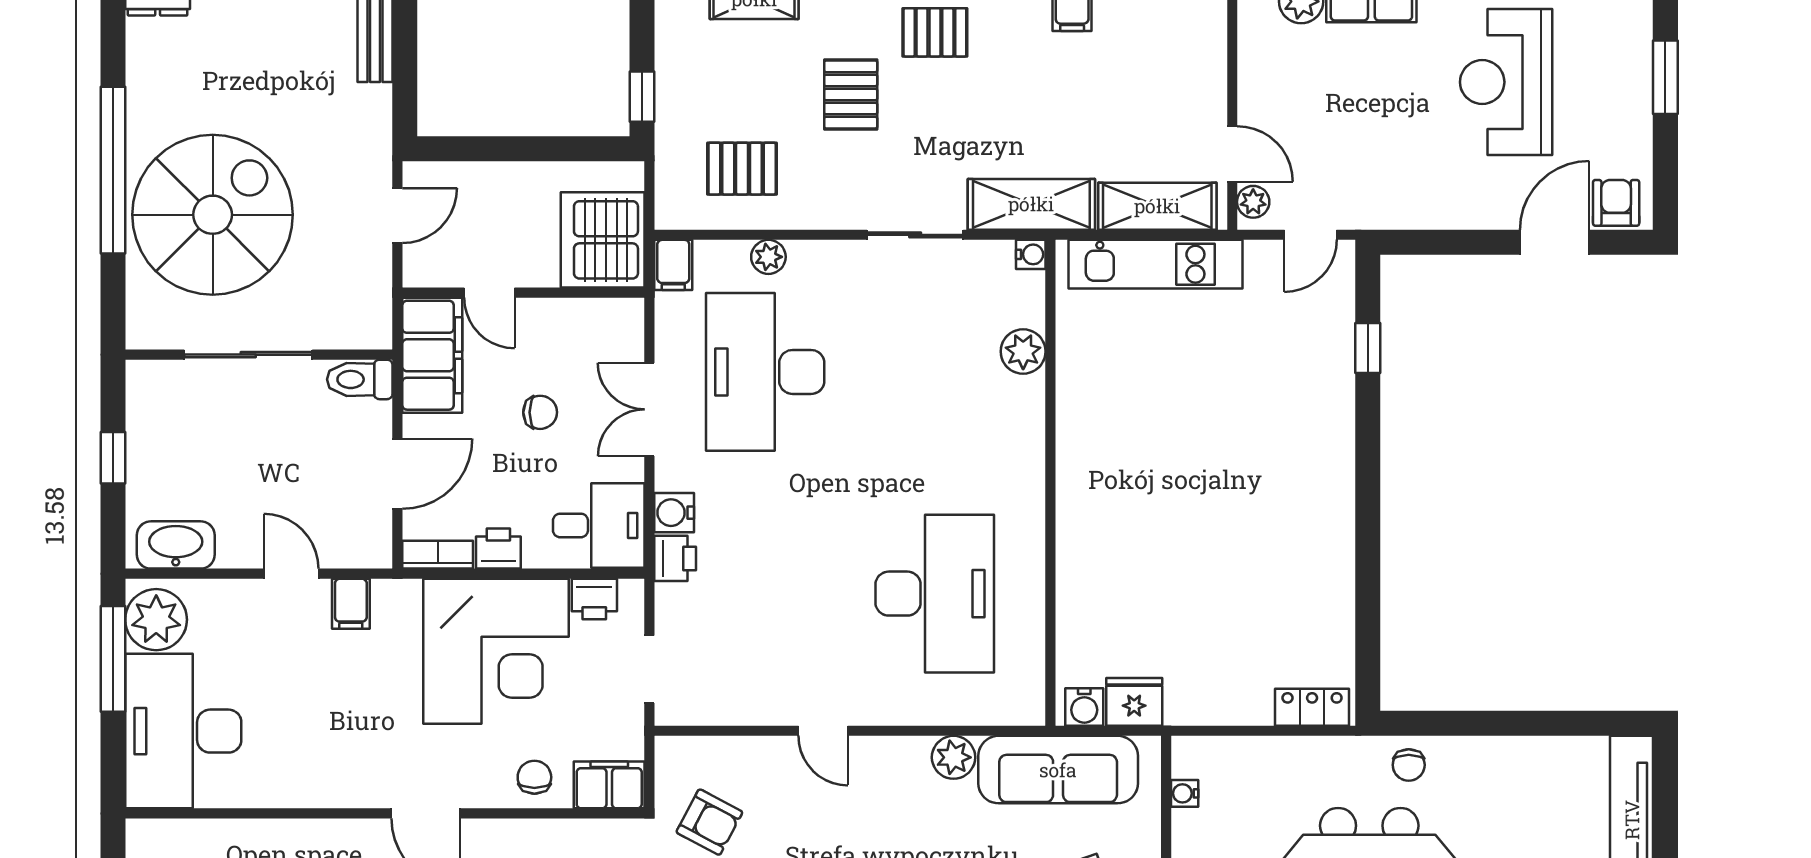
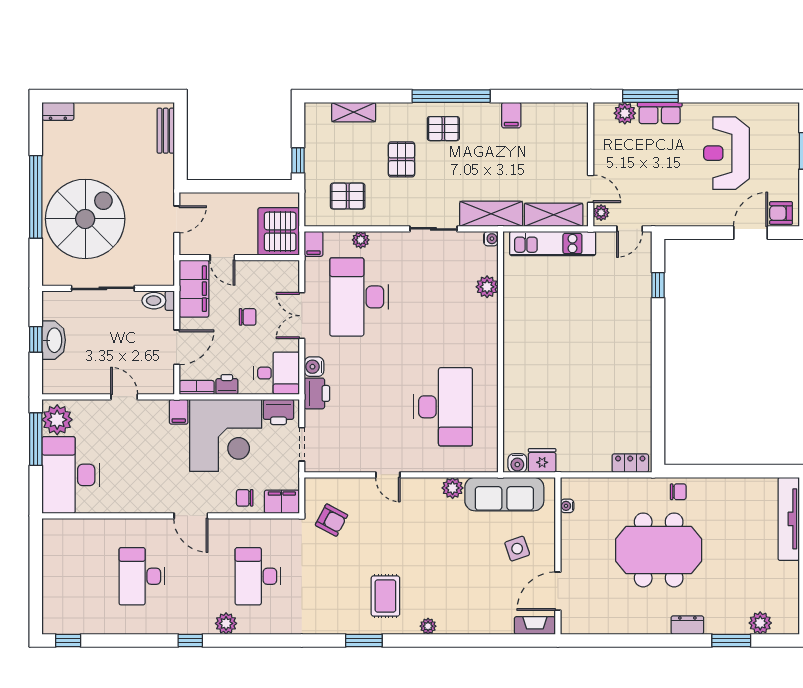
armchair: (1616, 203) -> (781, 213), turned -90
washbasin: (176, 545) -> (54, 340), moved, turned 90
printer: (675, 558) -> (317, 393), width x1.36, depth x1.24
printer: (594, 599) -> (278, 412), width x1.36, depth x1.24
filing cabinet: (351, 604) -> (179, 412), moved
chair: (1409, 765) -> (678, 492), turned -90
chair: (534, 777) -> (245, 498), turned -90

